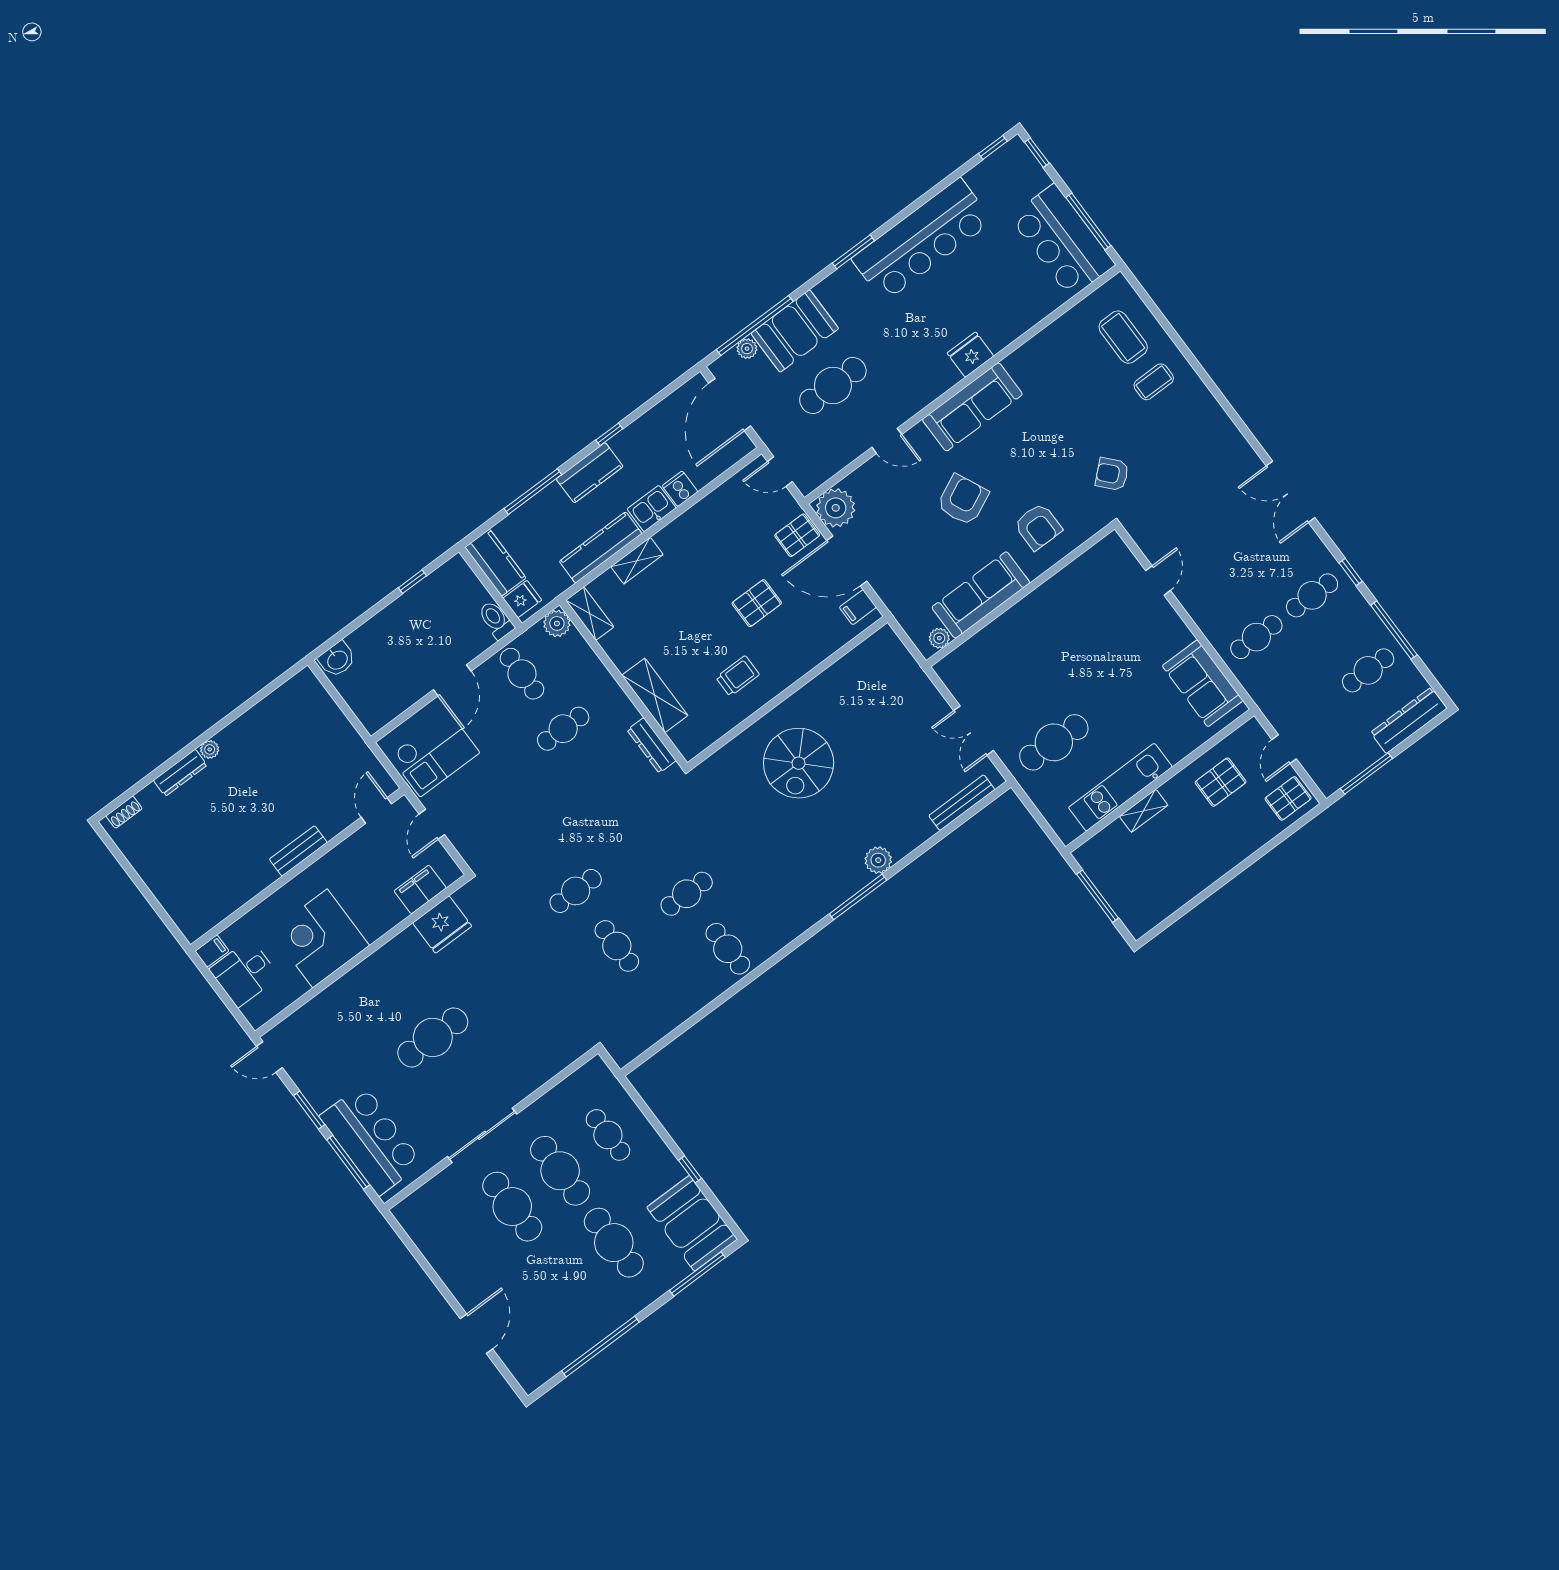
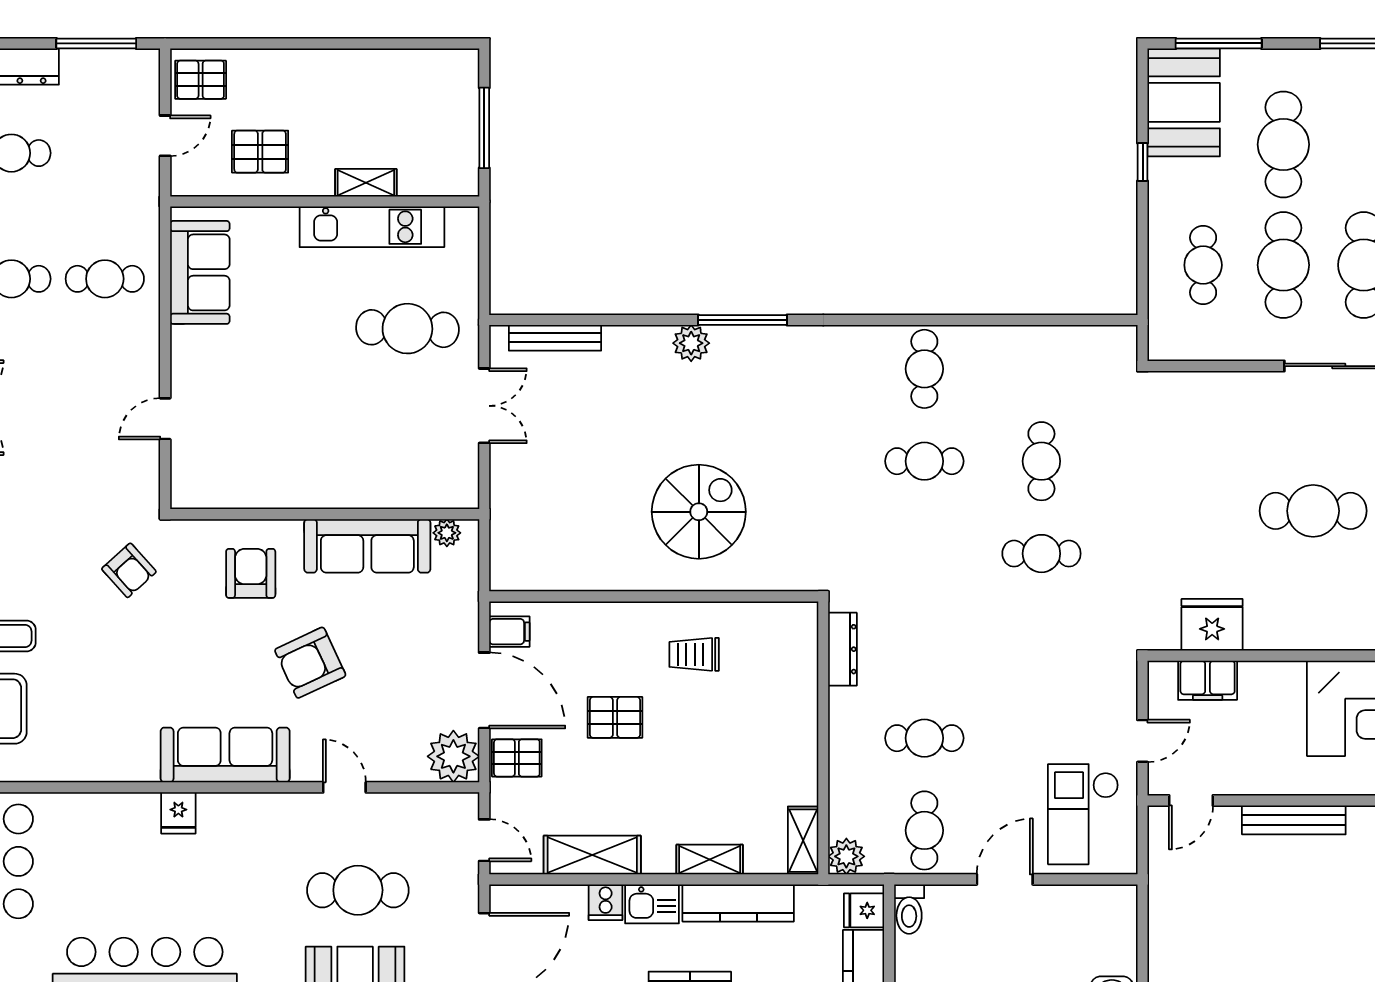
fridge: (970, 355) -> (178, 813), width x0.72
shelving: (655, 695) -> (592, 855), moved, turned 90
checkout: (435, 754) -> (1083, 814), turned -90
bench: (298, 851) -> (1294, 820), width x1.36

